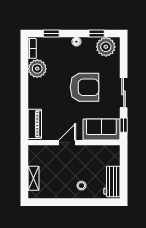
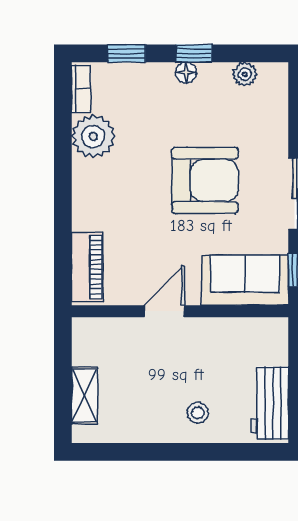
window: (97, 34) -> (194, 53), moved
plant: (106, 47) -> (245, 74), width x0.53, depth x0.53

